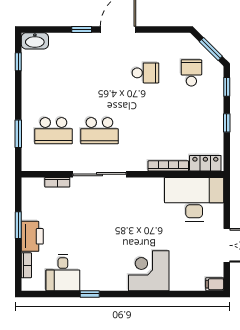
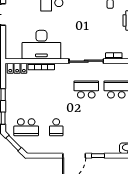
school desk: (145, 73) -> (56, 127), turned -90
school desk: (191, 73) -> (26, 127), width x1.85
desk: (194, 199) -> (41, 45), moved

